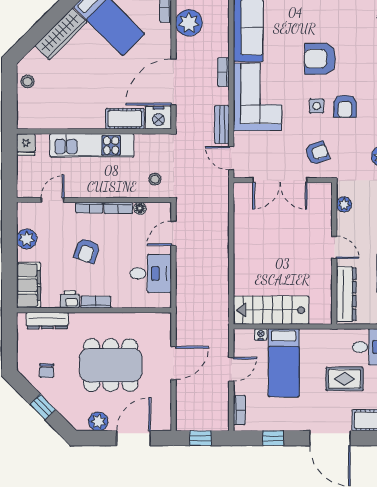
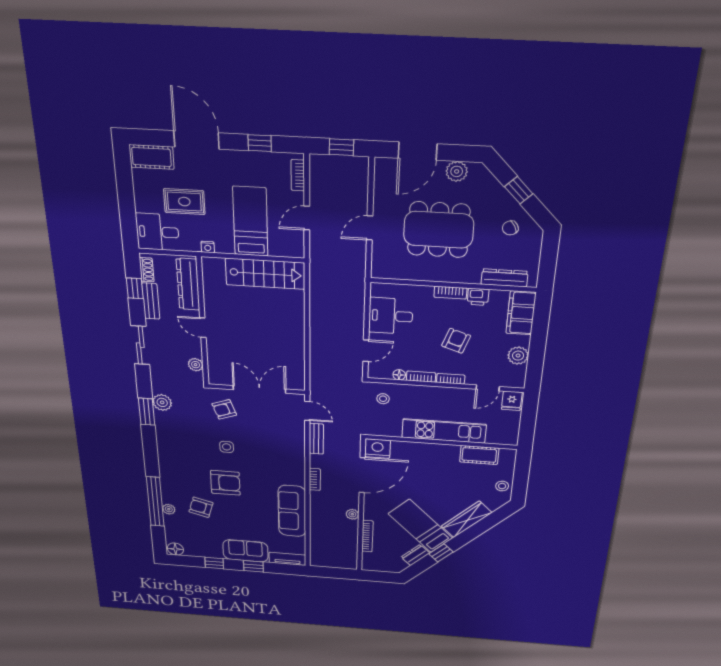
plant: (189, 23) -> (352, 514), width x0.53, depth x0.53
corner sofa: (258, 97) -> (283, 458), removed
armchair: (345, 106) -> (201, 507), moved, turned -74
cot: (125, 119) -> (479, 455), moved
fridge: (26, 144) -> (512, 401), moved, turned 180
nightstand: (261, 334) -> (208, 247), moved
door: (173, 363) -> (370, 228), width x0.73
chair: (47, 371) -> (510, 228), turned -118

